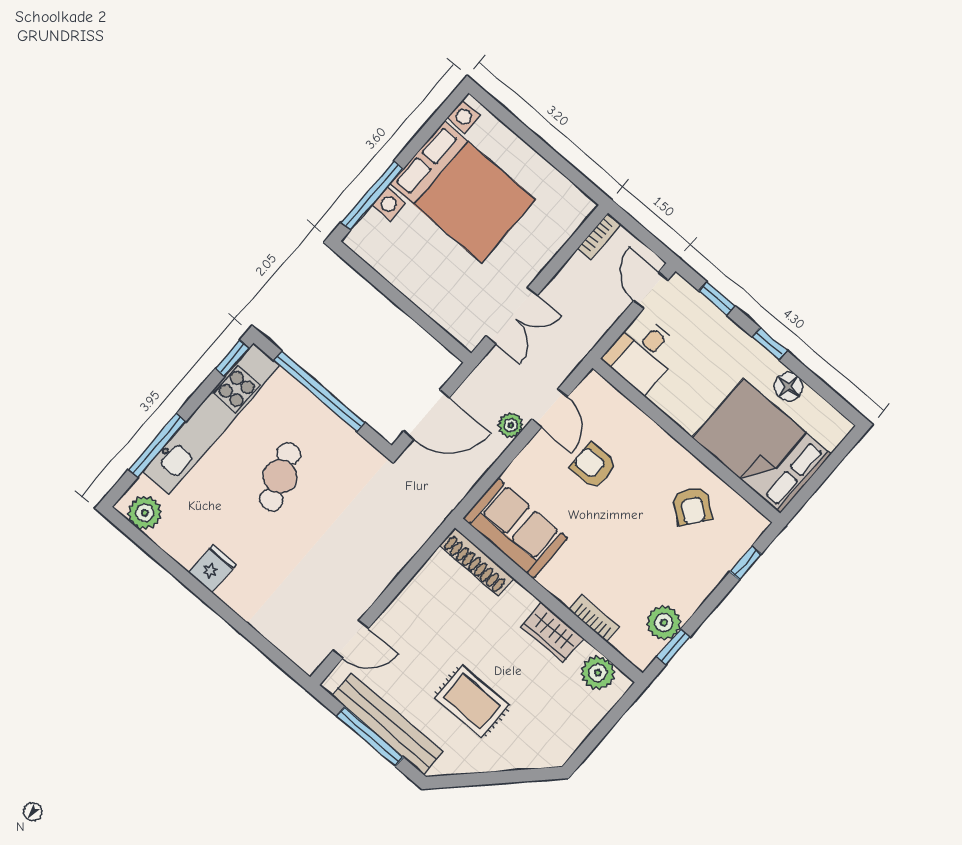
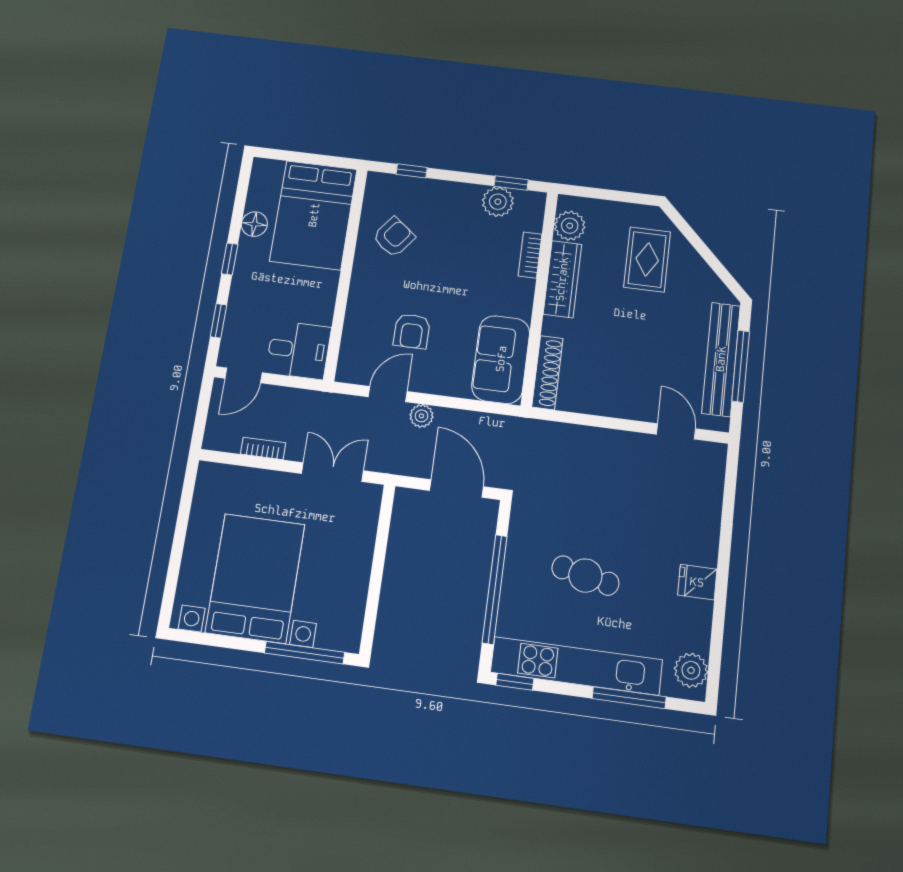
bookcase: (599, 237) -> (263, 448), moved
cafe table: (280, 477) -> (585, 576), turned 32
wardrobe: (552, 633) -> (562, 279), width x1.50
rug: (472, 701) -> (647, 259), moved

